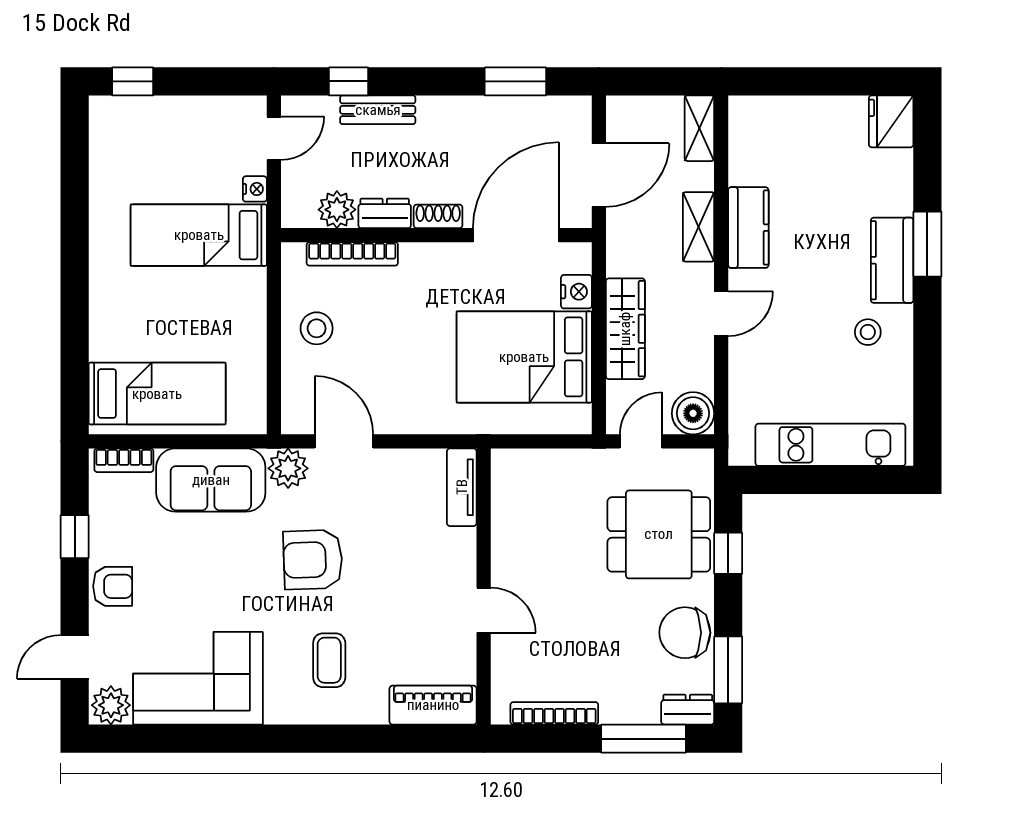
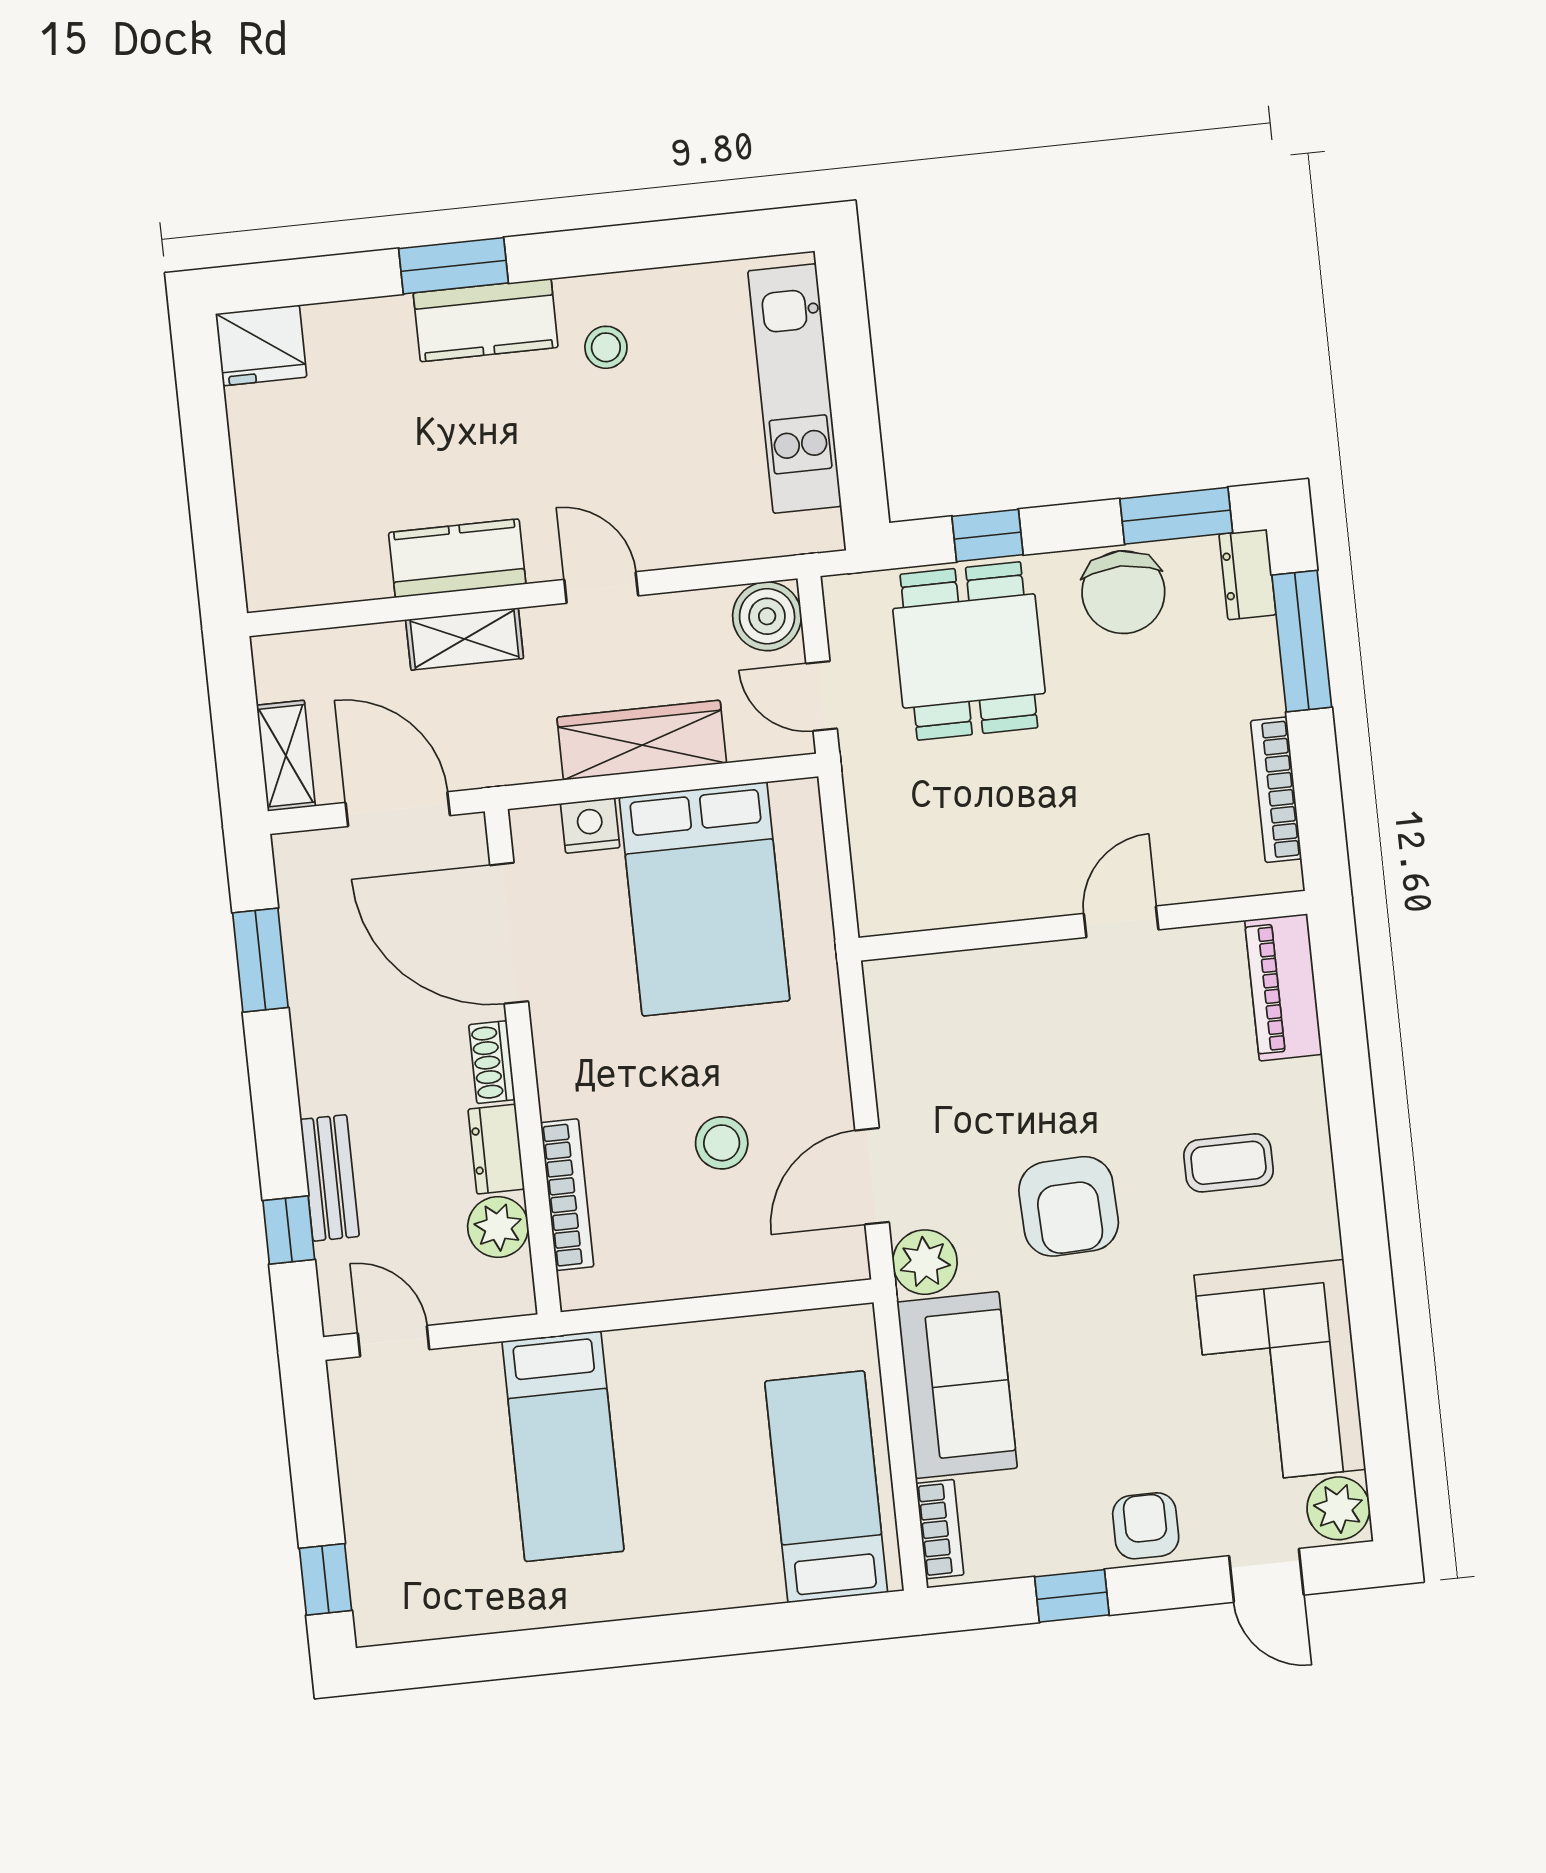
shelving: (699, 128) -> (286, 756), moved, turned 90
nightstand: (255, 189) -> (479, 1363), removed
stool: (317, 328) -> (722, 1143), moved
tv unit: (462, 487) -> (926, 978), removed

